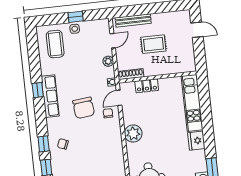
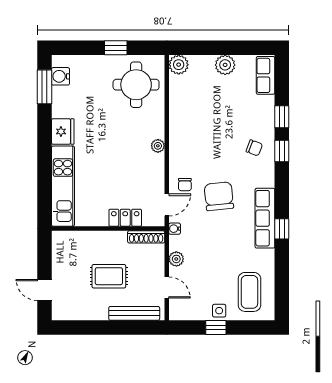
door: (113, 41) -> (167, 288), swing flipped
plant: (133, 133) -> (158, 146), width x0.53, depth x0.53

